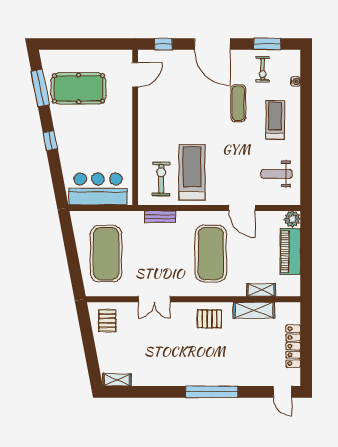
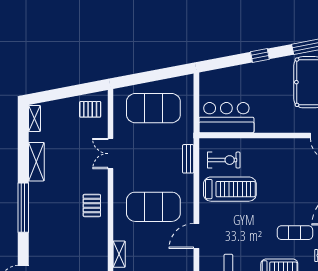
bar counter: (98, 189) -> (226, 118), moved, turned -90
shelving: (254, 310) -> (36, 162), moved

